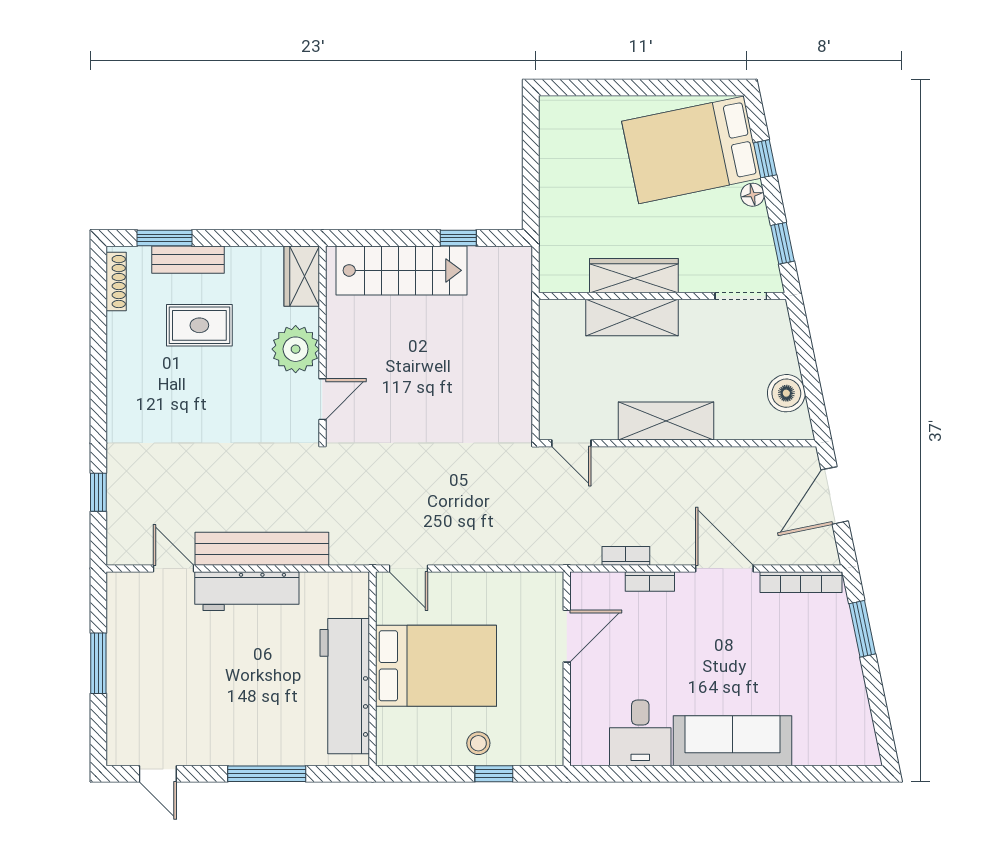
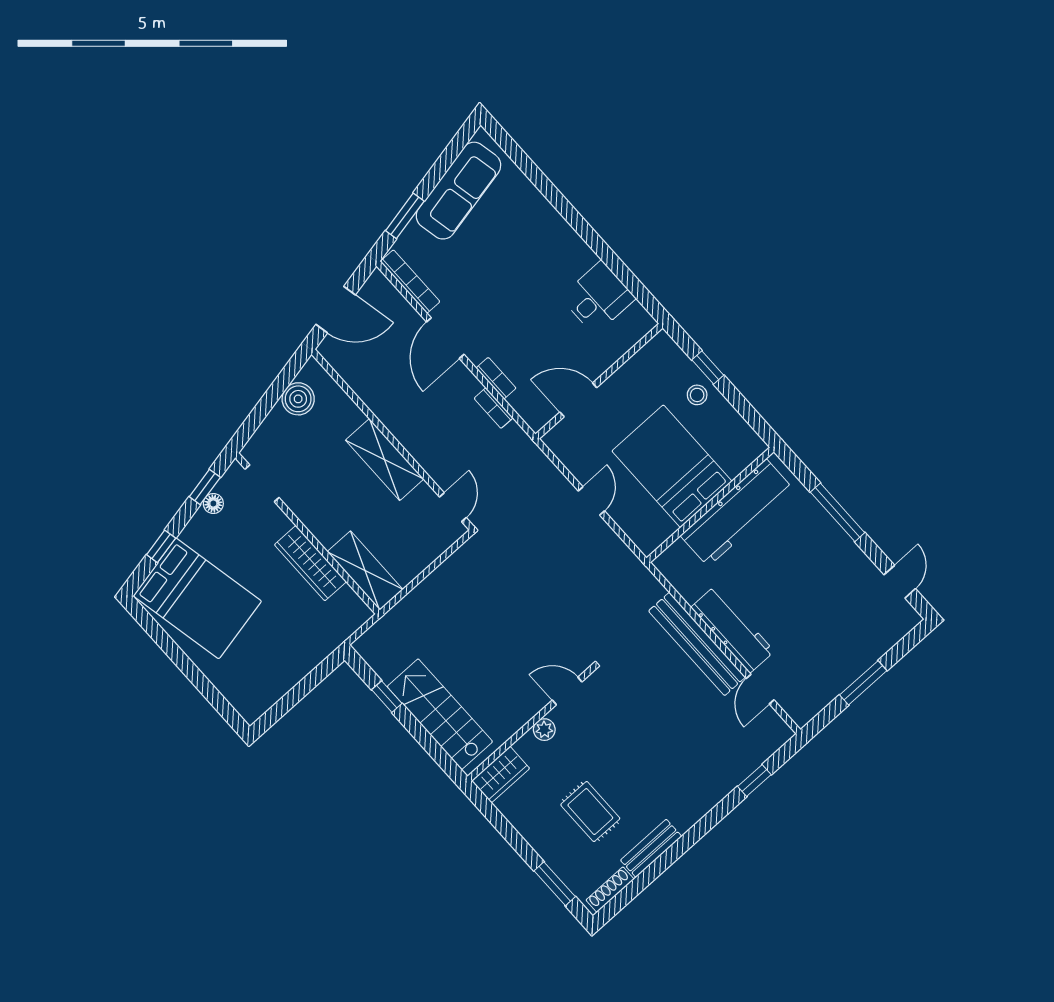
floor lamp: (753, 195) -> (213, 504), moved
bench: (188, 260) -> (651, 848), moved, turned 90
shelving: (632, 317) -> (365, 571), moved
plant: (296, 349) -> (544, 730), width x0.53, depth x0.53
door: (409, 569) -> (591, 501), moved
sofa: (733, 741) -> (458, 191), moved, turned -102

